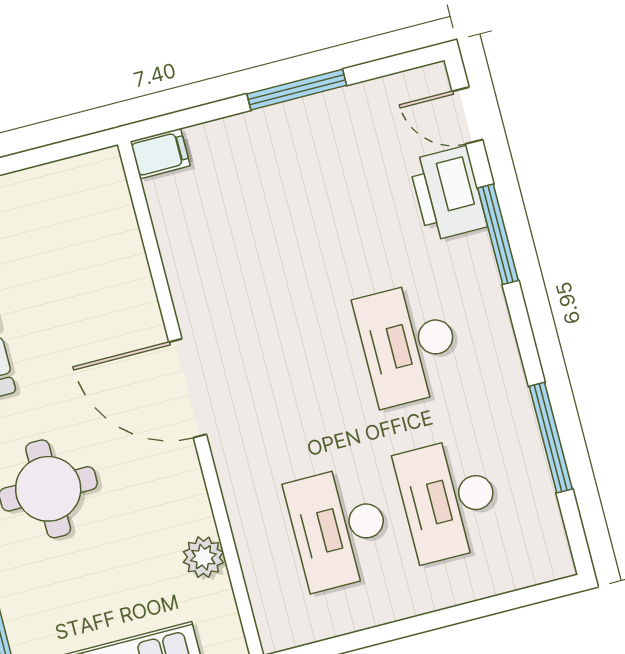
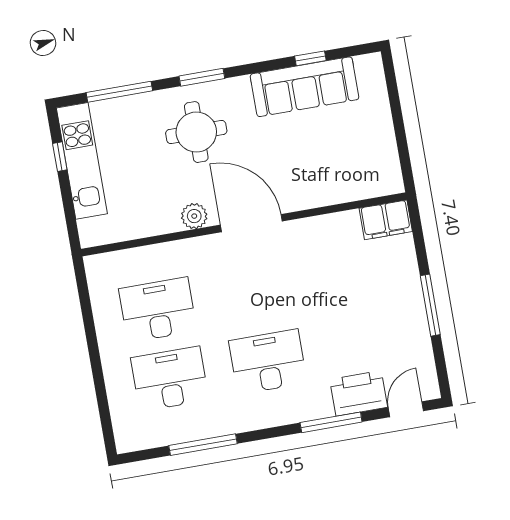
filing cabinet: (160, 154) -> (386, 220), width x2.00
door: (188, 388) -> (251, 223), hinge flipped
plant: (203, 557) -> (194, 216), moved

